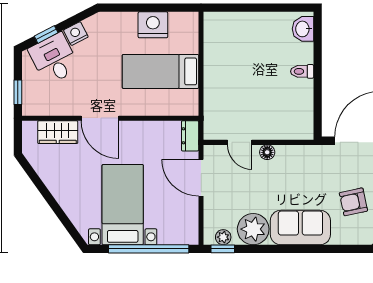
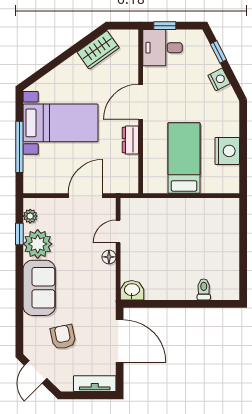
washbasin: (303, 29) -> (132, 290), moved
desk: (54, 59) -> (163, 48), moved, turned -153
toilet: (302, 71) -> (204, 289), moved
wardrobe: (58, 132) -> (98, 50), moved, turned -126
dresser: (190, 136) -> (130, 140), moved, turned -90
window: (149, 249) -> (19, 147), width x0.68
window: (223, 249) -> (19, 234), moved

